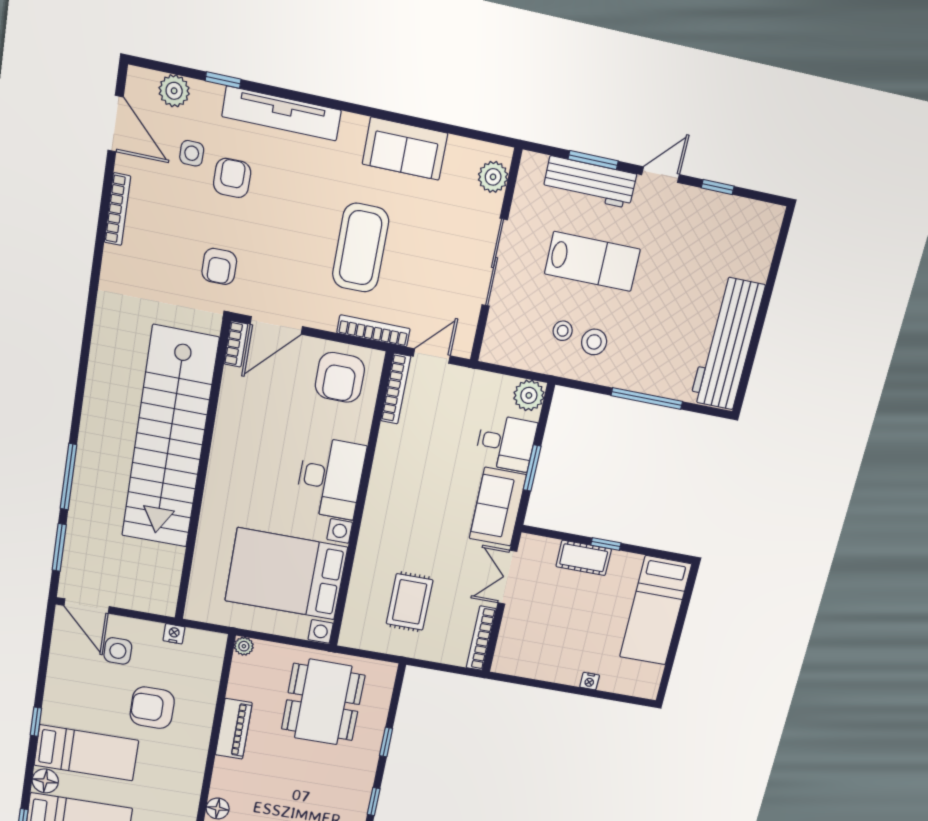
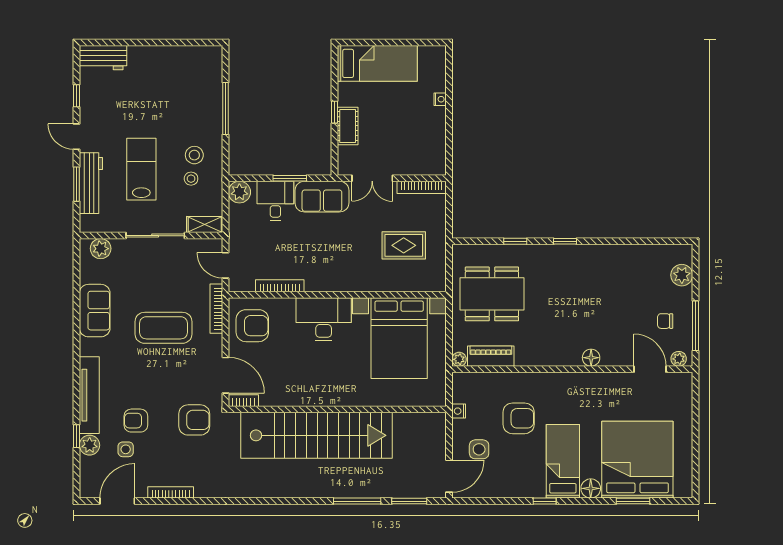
plant: (174, 91) -> (90, 445), moved
armchair: (219, 266) -> (194, 420), width x1.38, depth x1.38
shelving: (495, 338) -> (205, 225), added
workbench: (727, 343) -> (103, 58), moved, width x0.53, depth x0.76
bookcase: (396, 389) -> (280, 286), moved
armchair: (152, 708) -> (519, 418), turned -90
piano: (234, 729) -> (491, 356), moved

